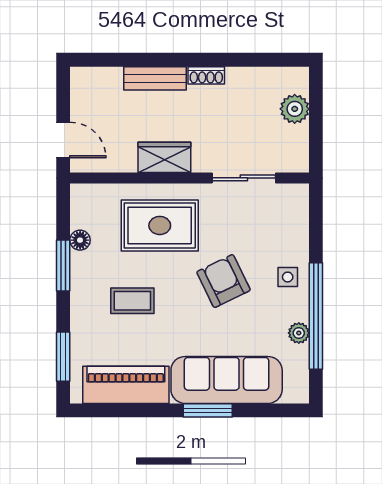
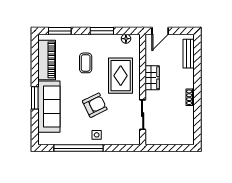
bench: (155, 78) -> (189, 54), moved
plant: (295, 109) -> (175, 138), removed
floor lamp: (80, 240) -> (126, 39), moved
plant: (299, 333) -> (71, 140), removed

